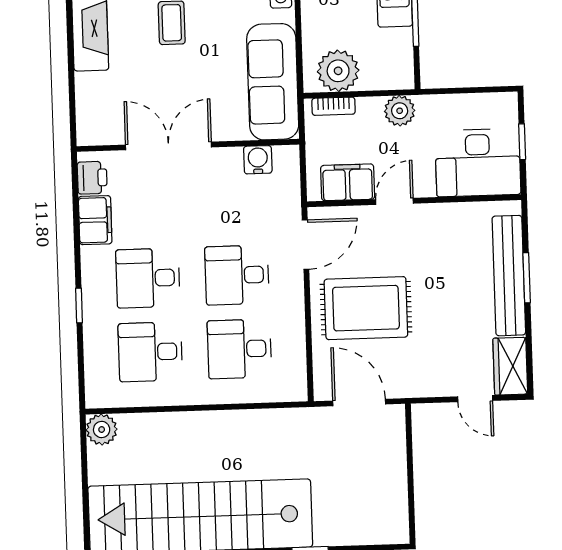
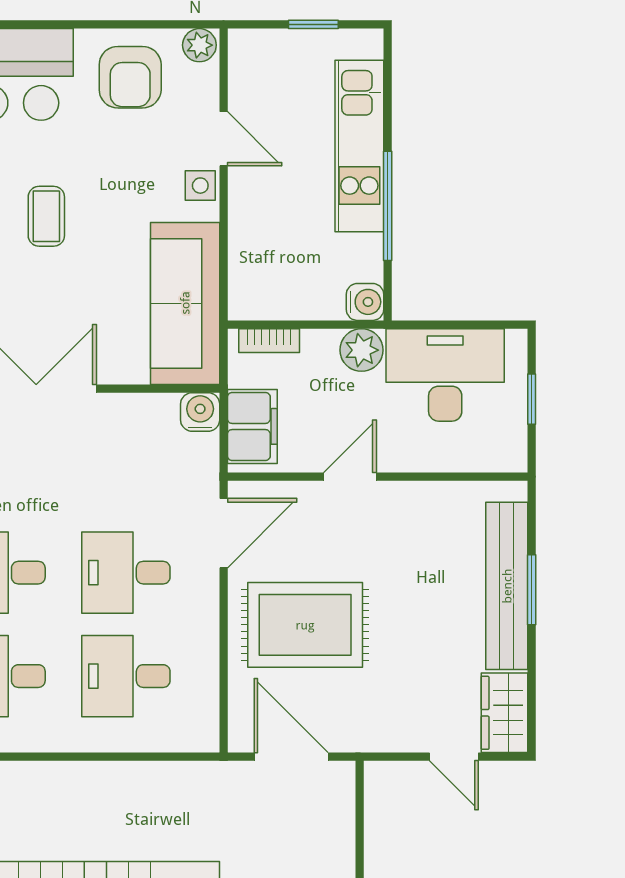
plant: (338, 71) -> (277, 291), removed
water cooler: (401, 76) -> (365, 302), added
water cooler: (258, 160) -> (200, 412), moved
desk: (478, 163) -> (445, 375), moved, turned 180
filing cabinet: (348, 182) -> (252, 426), moved, turned 90

